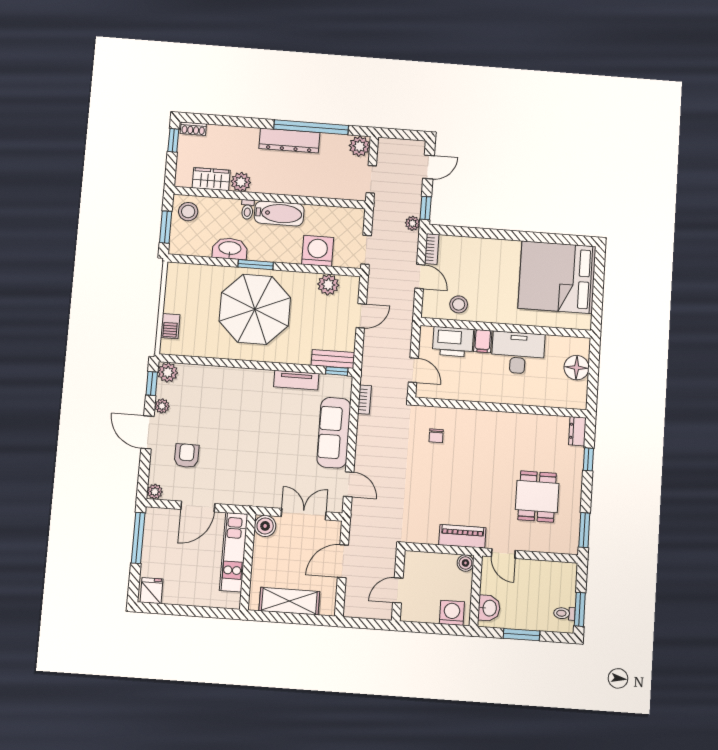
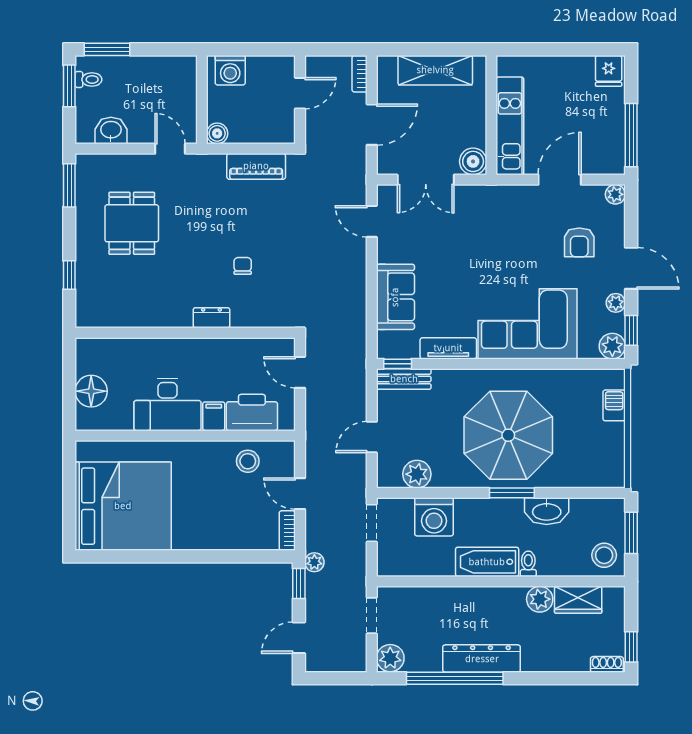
corner sofa: (233, 395) -> (528, 324), added
bookcase: (364, 400) -> (360, 74), moved
dresser: (577, 431) -> (211, 318), moved, turned -90
sofa: (334, 433) -> (395, 297), width x0.73
chair: (436, 436) -> (243, 266), moved
piano: (462, 536) -> (256, 166), moved
washbasin: (489, 608) -> (111, 130), moved, turned 90
window: (521, 635) -> (107, 49), moved

